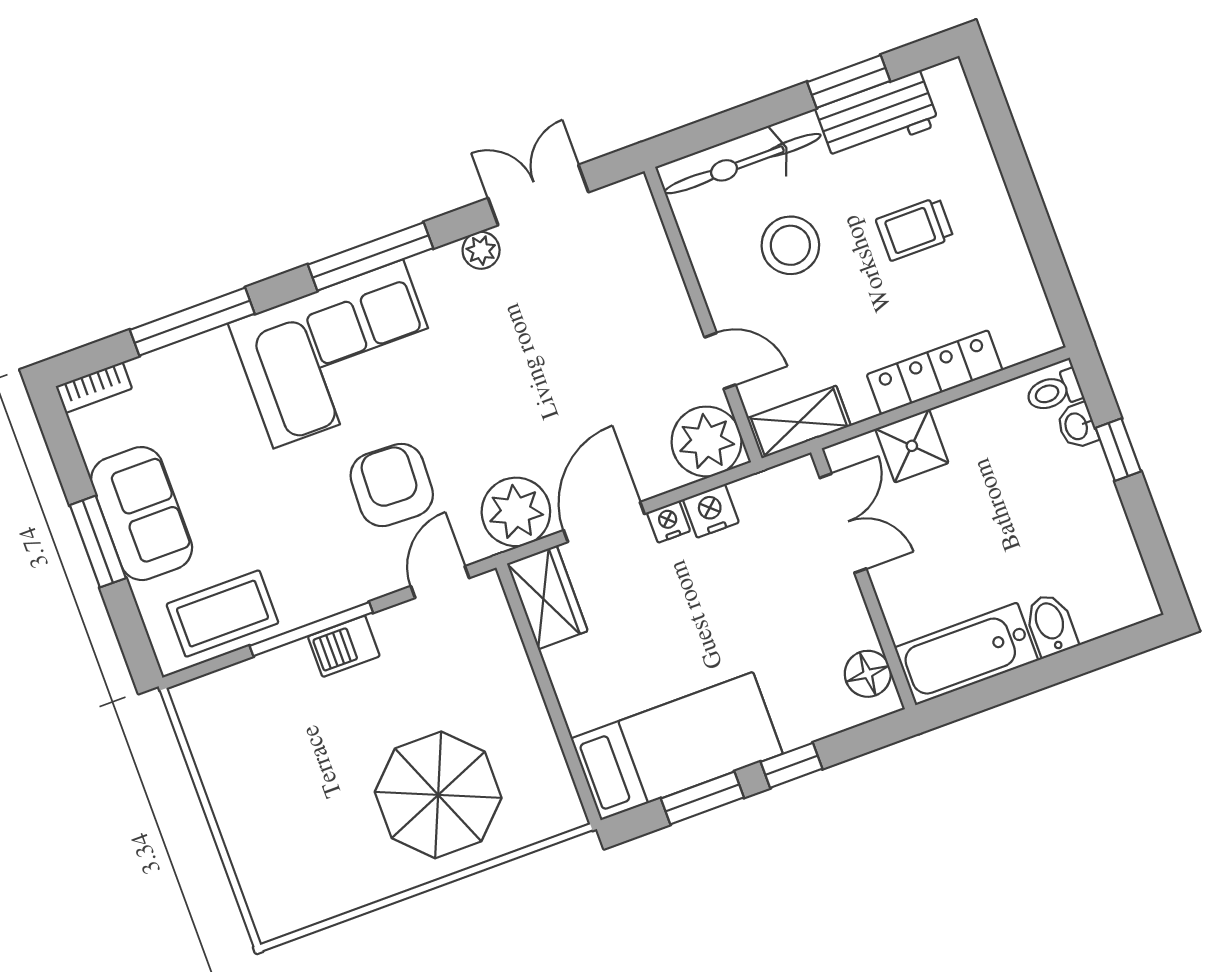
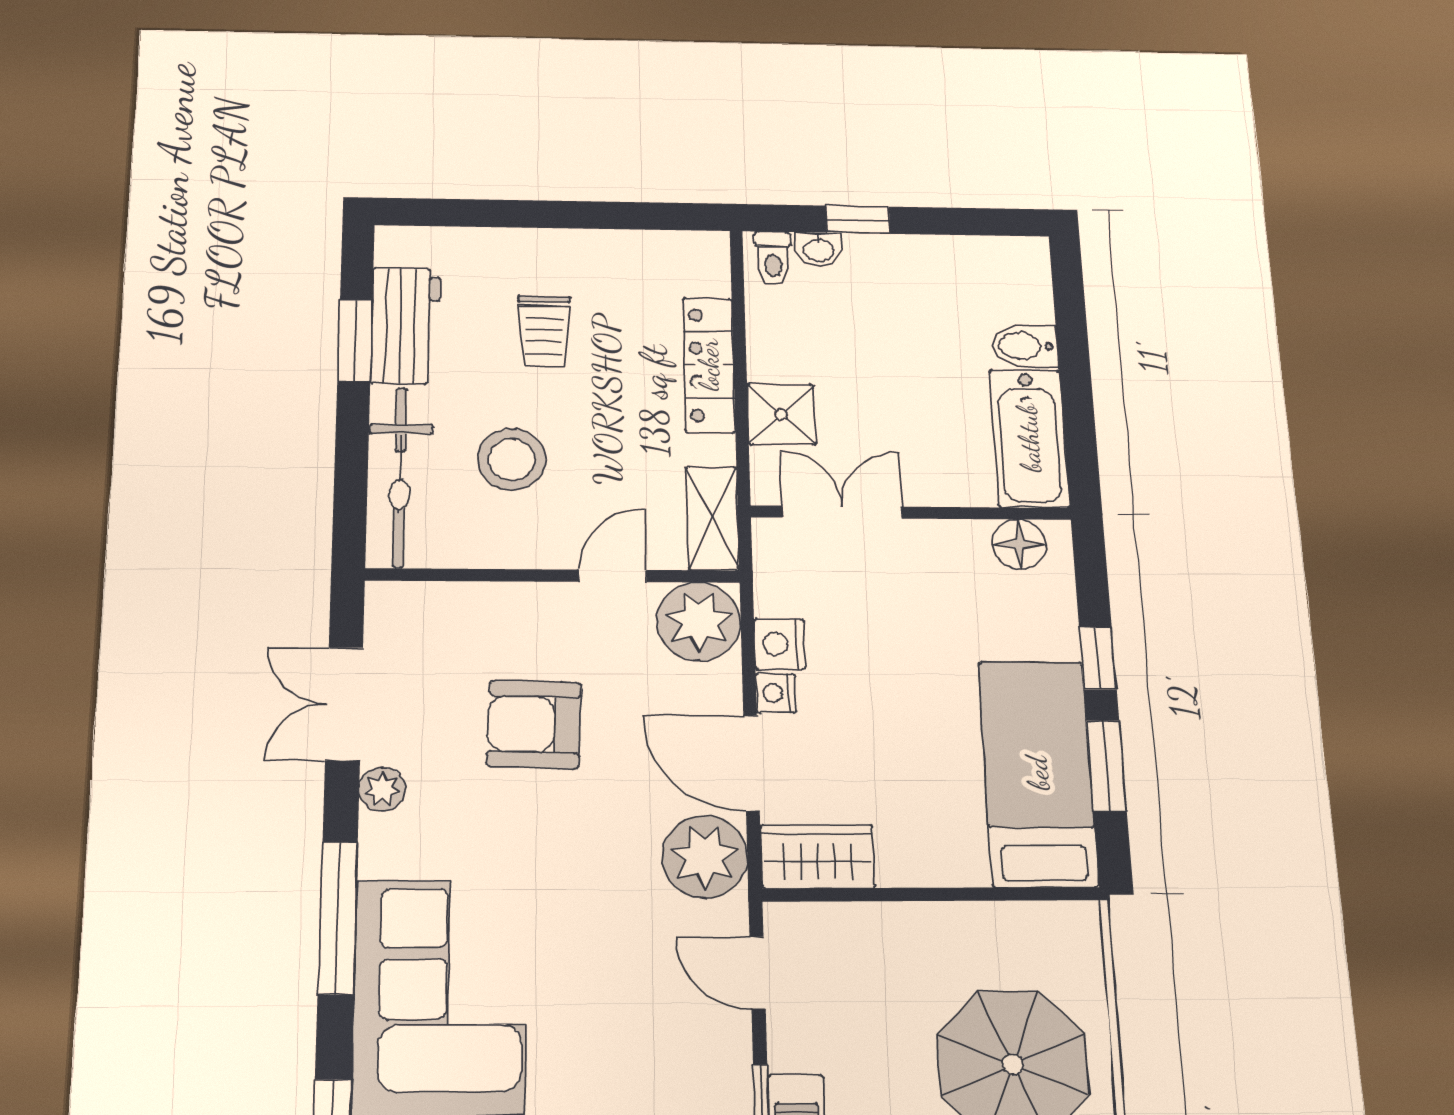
armchair: (392, 485) -> (534, 724), moved

